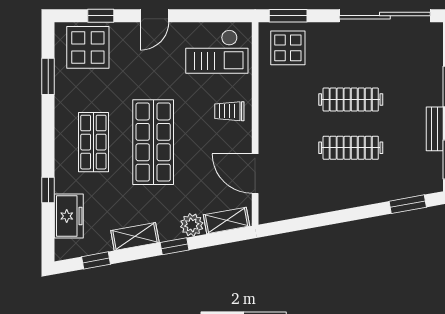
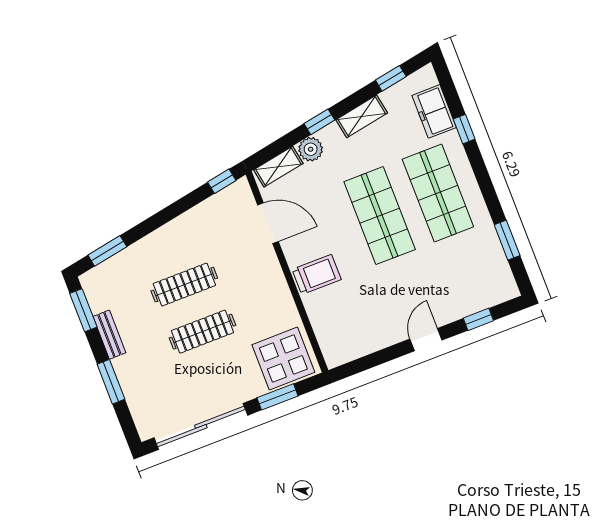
window: (288, 16) -> (278, 397), moved
display table: (88, 47) -> (479, 283), removed
display table: (288, 48) -> (283, 358), width x1.36, depth x1.36
checkout: (217, 52) -> (351, 328), removed
trolley: (229, 111) -> (317, 274), width x1.36, depth x1.39
shop shelf: (93, 142) -> (438, 193), width x1.43, depth x1.36
window: (282, 227) -> (222, 181), added

